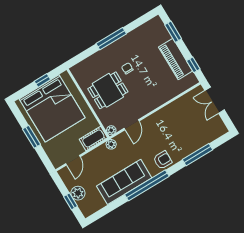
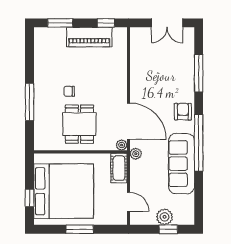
window: (111, 39) -> (30, 102), moved
window: (42, 80) -> (30, 198), moved
double door: (215, 100) -> (167, 23), moved
door: (132, 125) -> (128, 121), width x1.87

